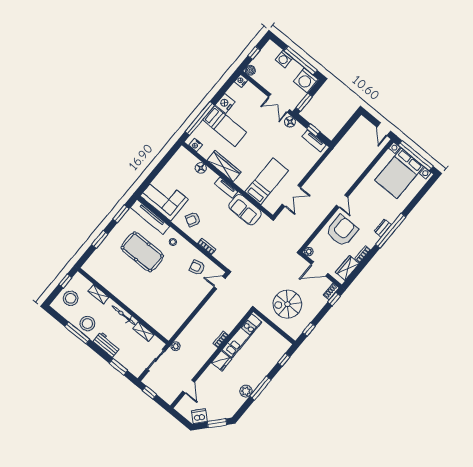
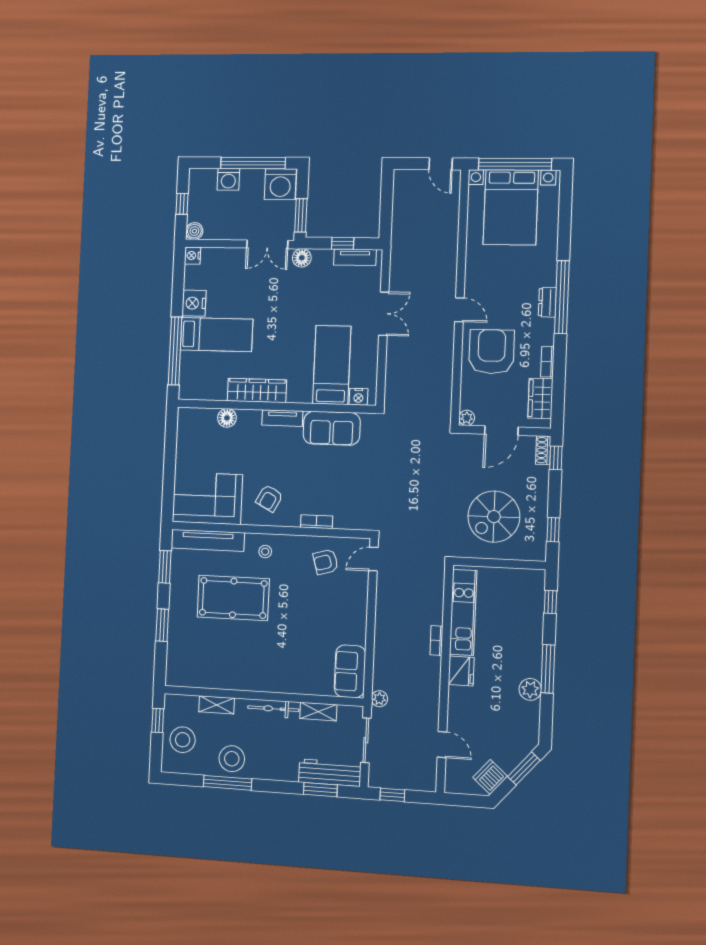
nightstand: (195, 145) -> (358, 397), moved
double door: (291, 196) -> (384, 314), moved
sofa: (171, 324) -> (350, 671), added
workbench: (107, 345) -> (330, 773), moved, width x1.38

